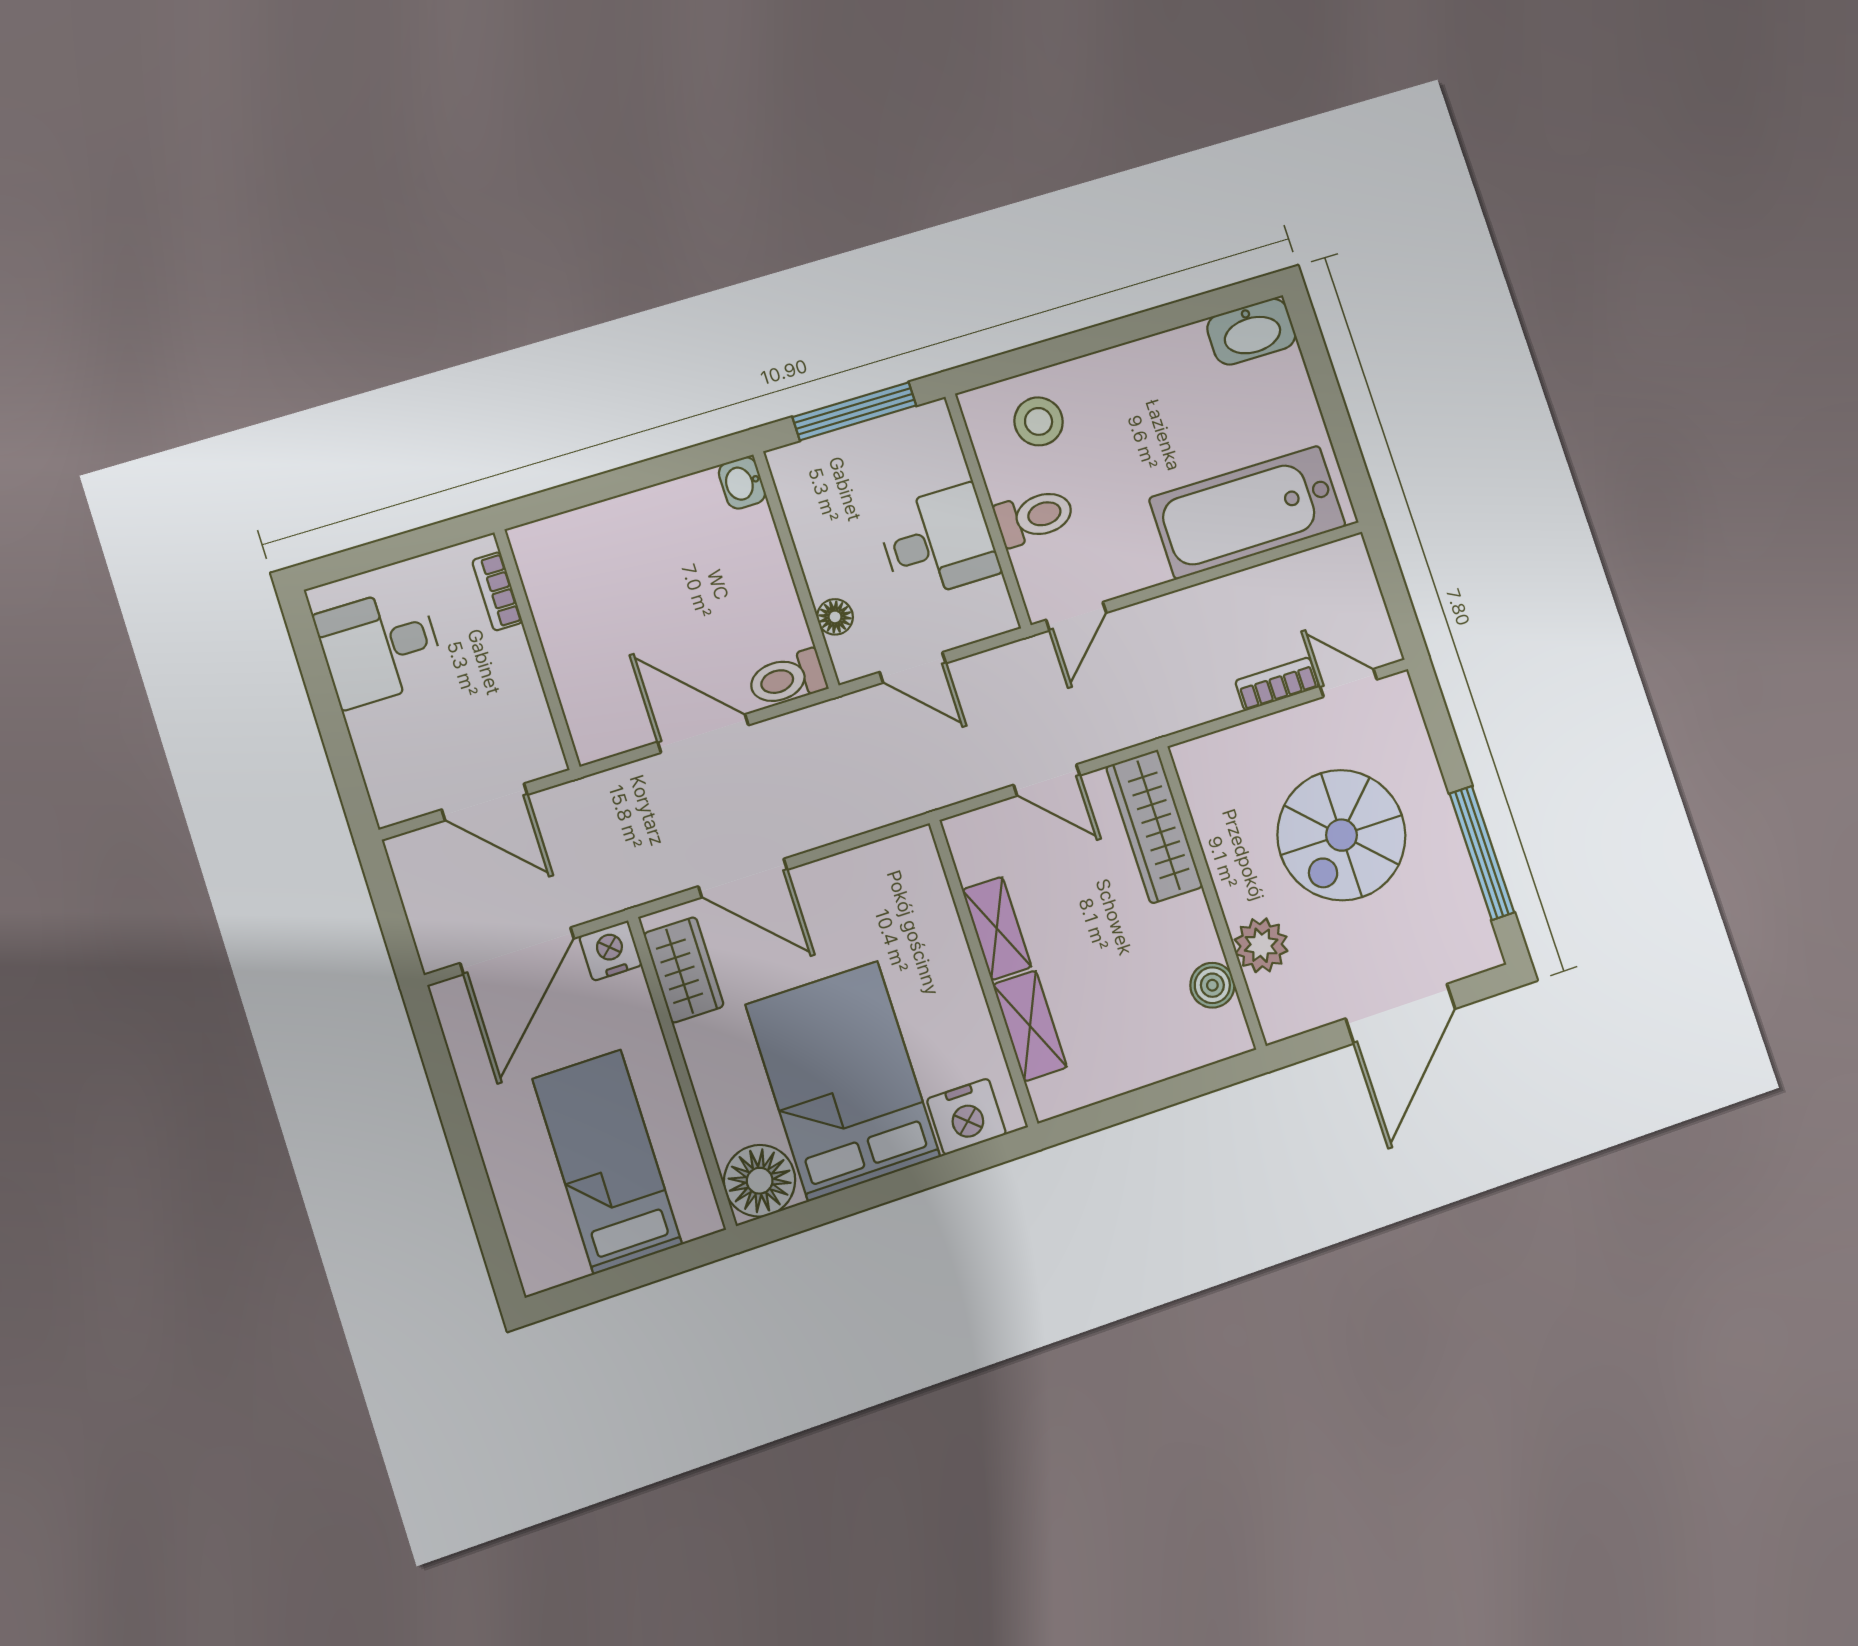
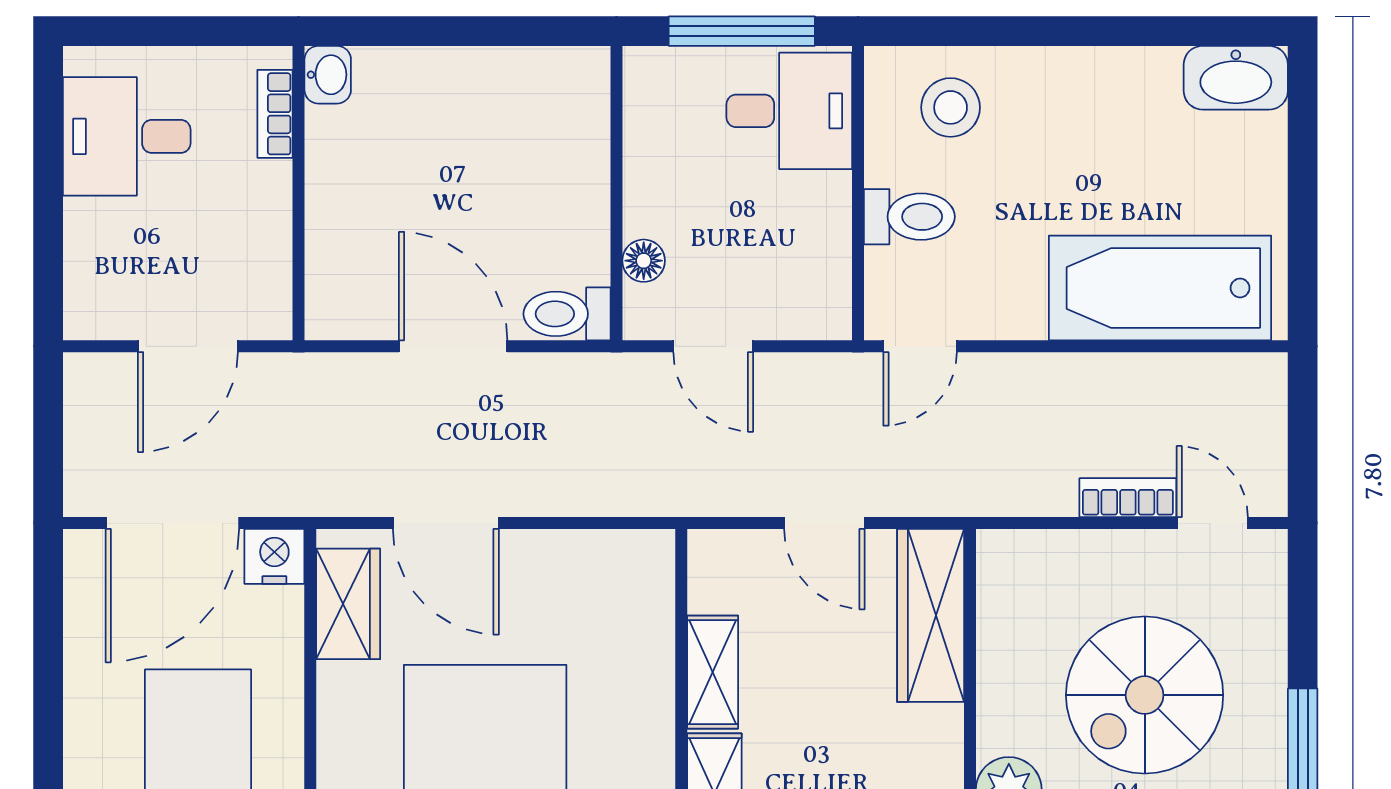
washbasin: (742, 483) -> (328, 75), moved, turned 180
desk: (938, 542) -> (789, 111), moved
door: (485, 802) -> (188, 346), hinge flipped

